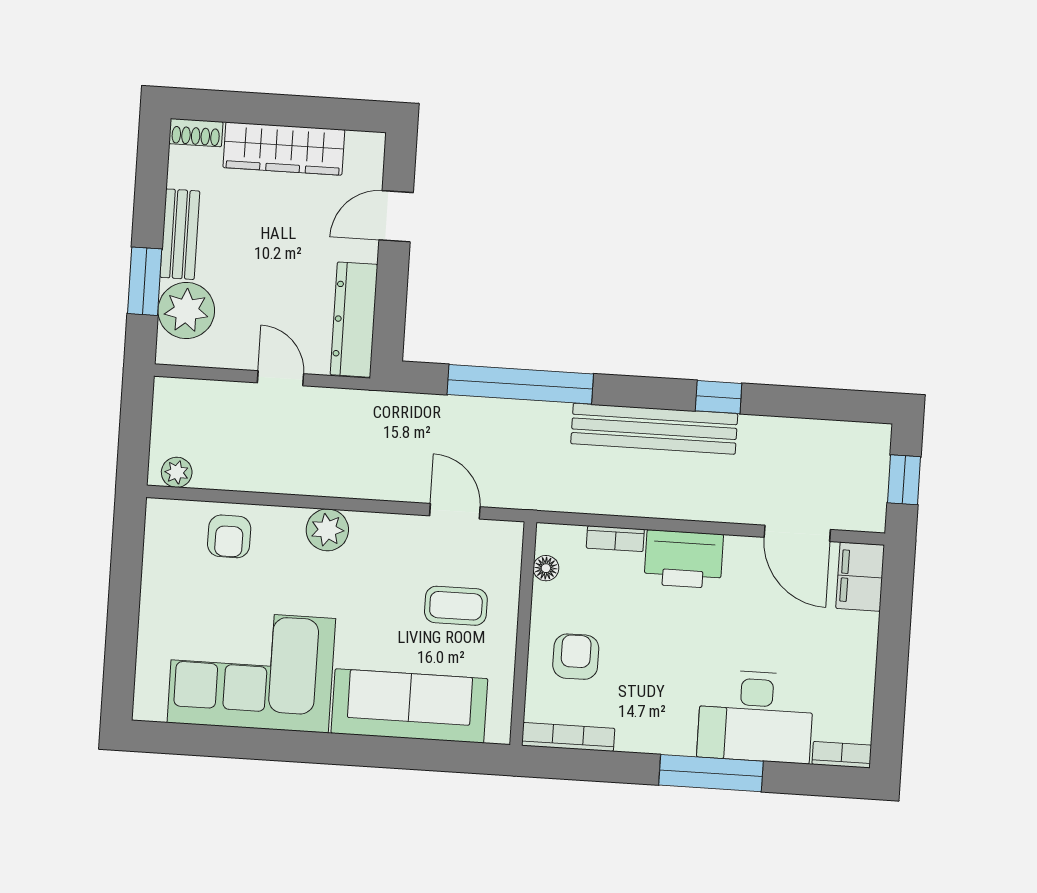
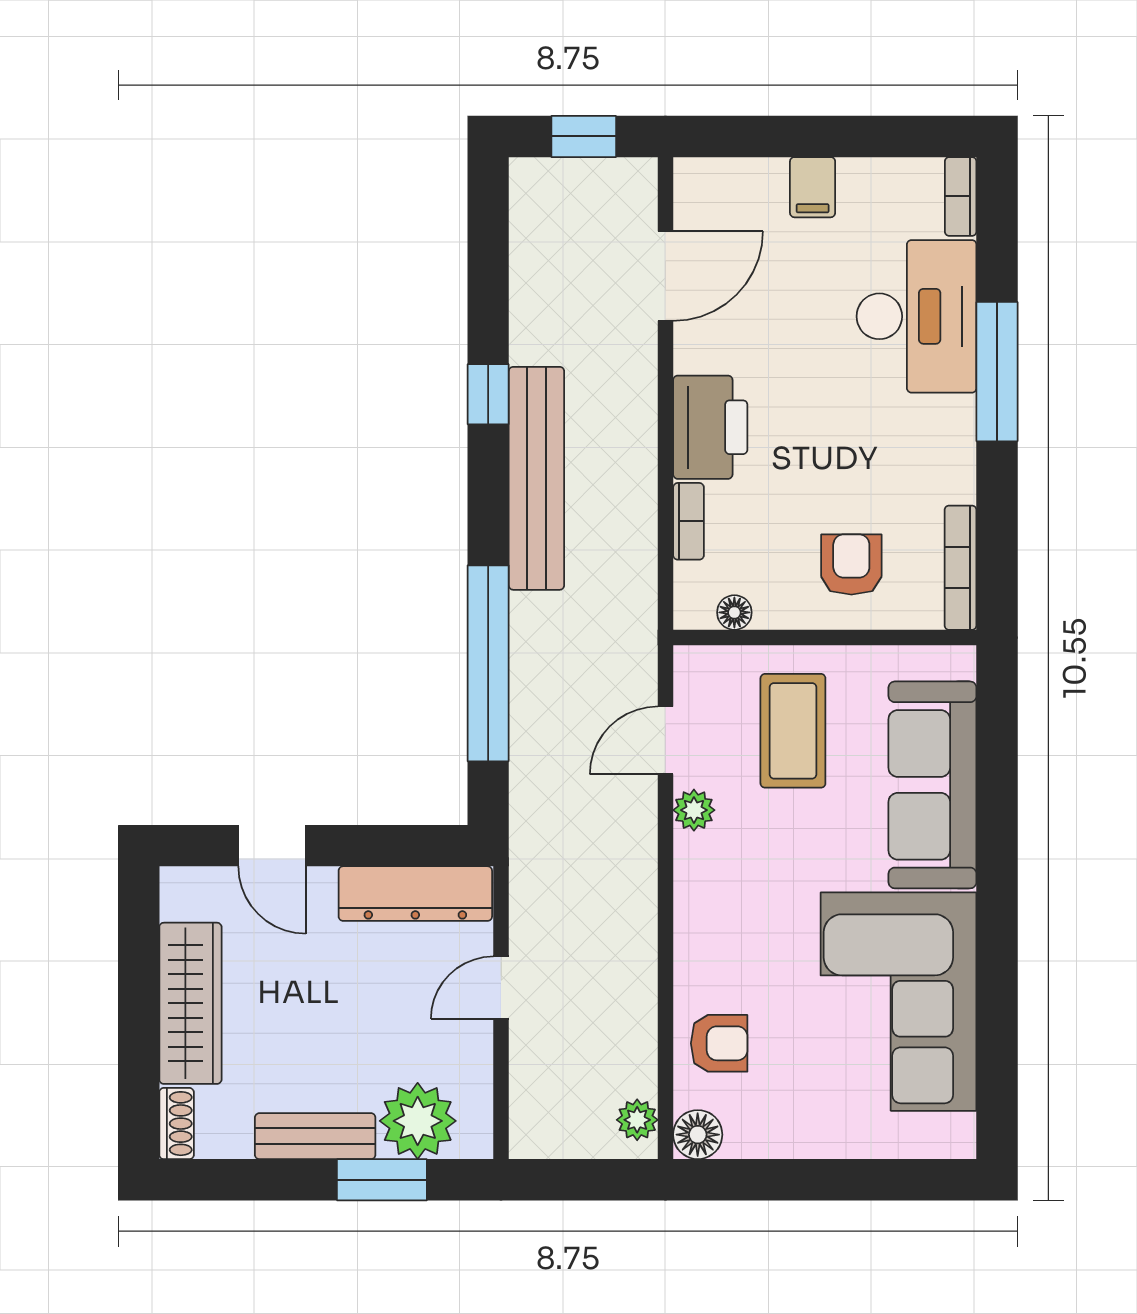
floor lamp: (163, 516) -> (698, 1135), added
plant: (327, 530) -> (694, 810), moved, width x0.73, depth x0.73
filing cabinet: (860, 577) -> (813, 187), moved, width x0.50
coffee table: (456, 606) -> (793, 731), width x1.36, depth x1.30
armchair: (576, 657) -> (851, 564), turned 90

